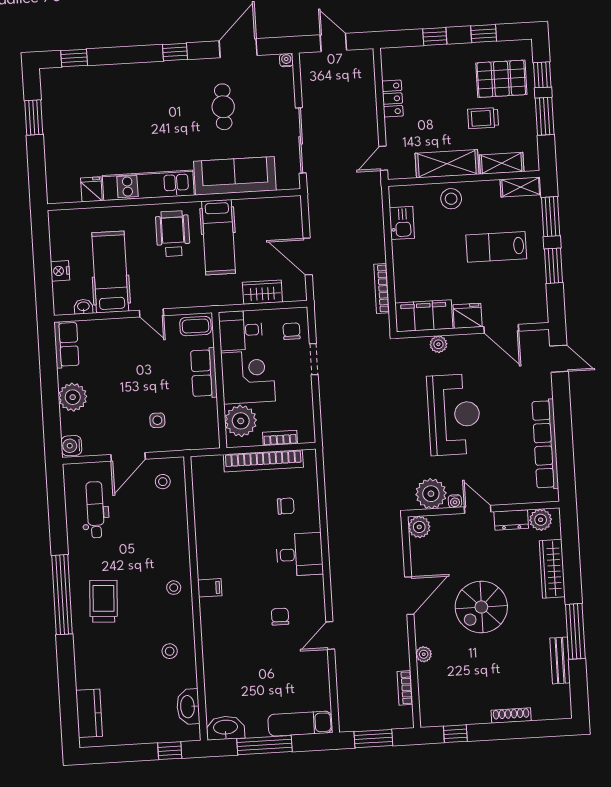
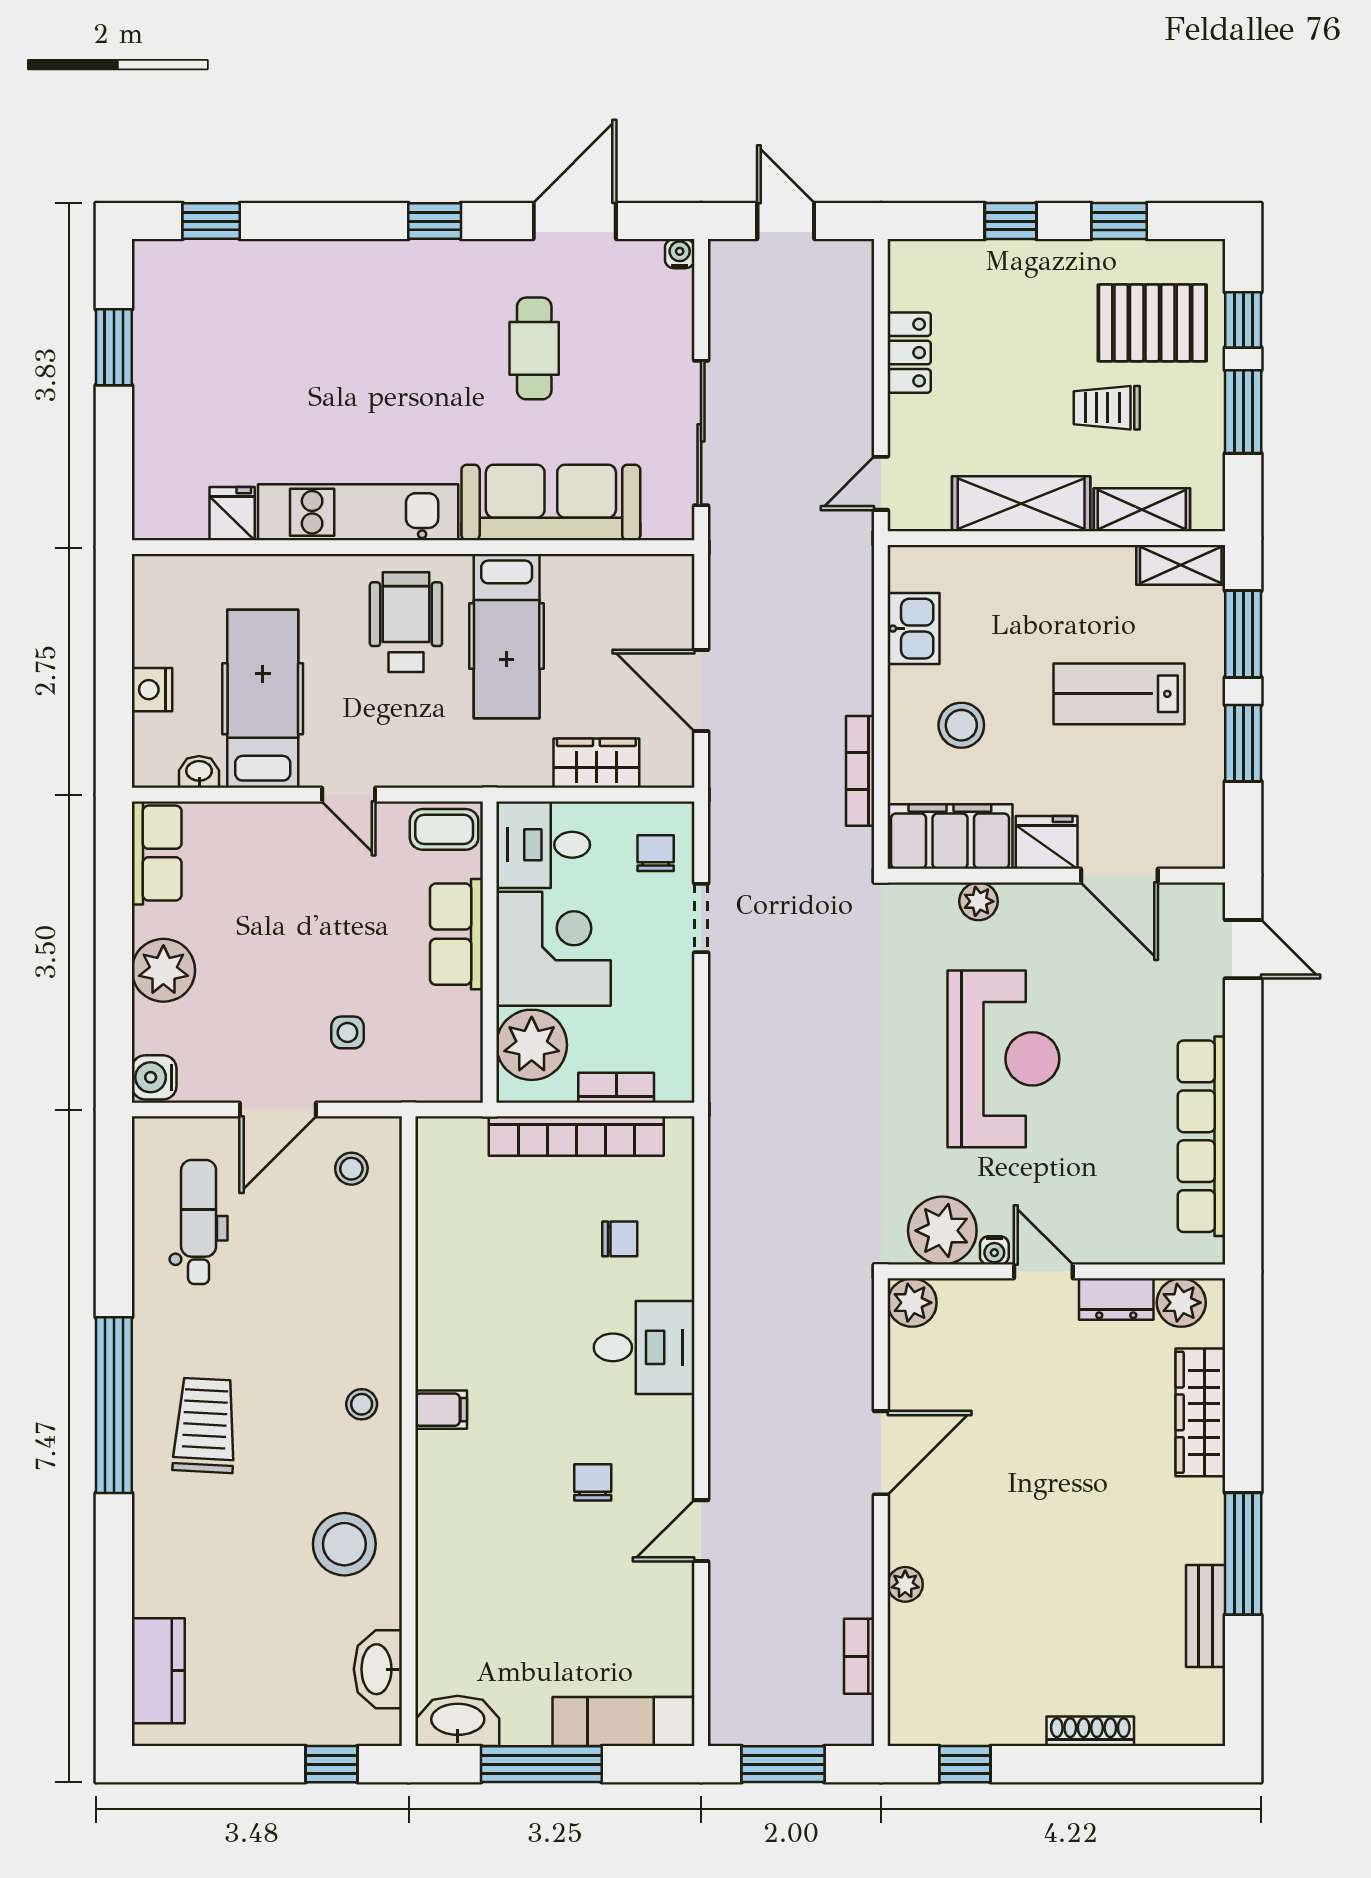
stool: (451, 199) -> (961, 725), moved
spiral stairs: (481, 607) -> (1039, 1487), removed
stool: (170, 651) -> (344, 1544), width x1.89, depth x1.89

